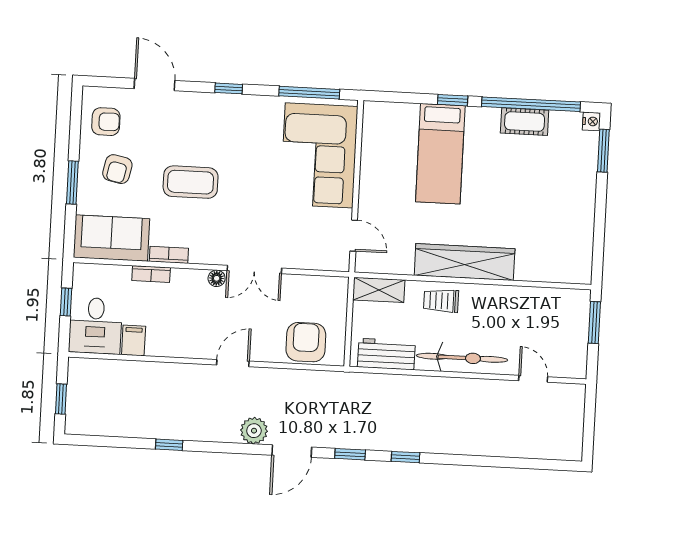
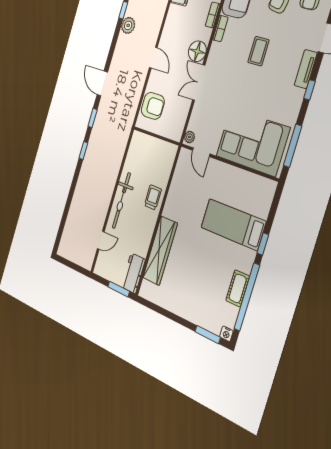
tv unit: (202, 102) -> (306, 69), added
coffee table: (191, 182) -> (258, 51), width x0.73, depth x0.77
door: (354, 236) -> (201, 152), hinge flipped
plant: (337, 262) -> (189, 137), added
wardrobe: (465, 262) -> (160, 251), moved
floor lamp: (217, 278) -> (197, 51), width x1.89, depth x1.89
shelving: (379, 290) -> (168, 160), removed
workbench: (386, 354) -> (133, 273), moved, turned 180
plant: (254, 431) -> (128, 25), moved

